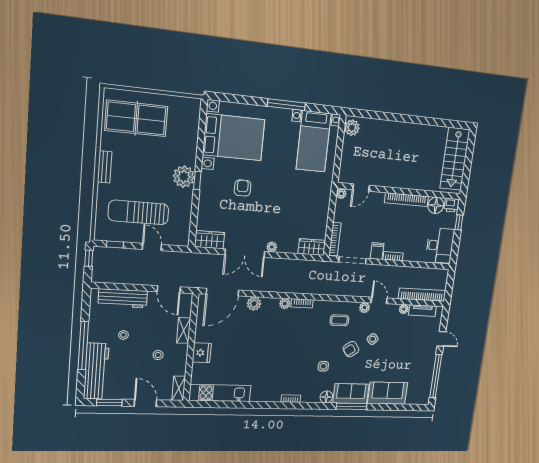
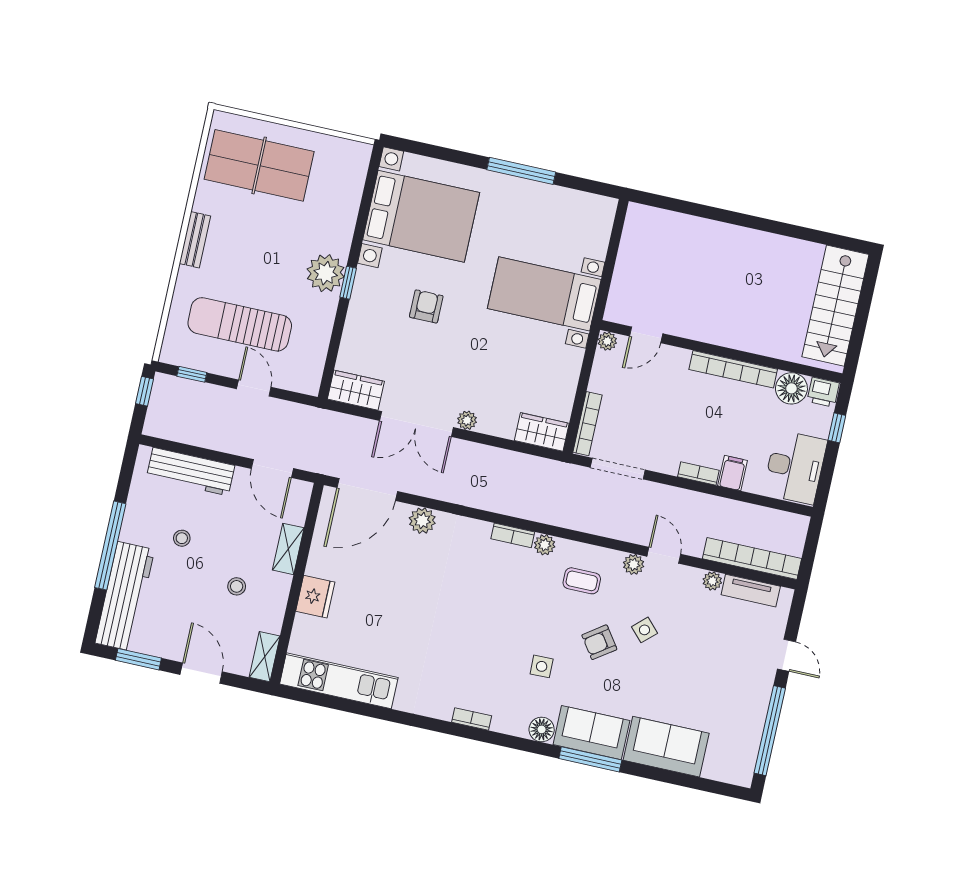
plant: (352, 128) -> (638, 225), removed
bed with nightstands: (314, 141) -> (544, 294), moved, turned 90
filing cabinet: (377, 251) -> (733, 473), moved
plant: (285, 304) -> (545, 545), moved

